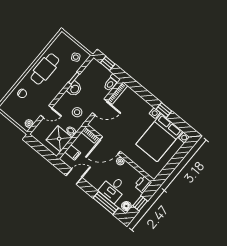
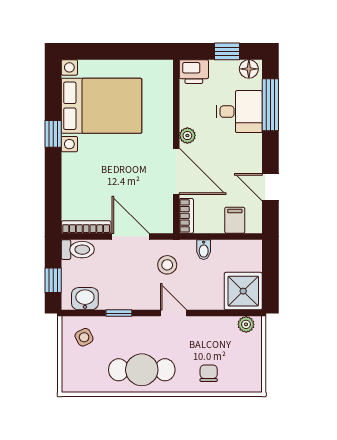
washbasin: (74, 89) -> (85, 299), moved
door: (46, 112) -> (173, 313), moved
shower: (59, 139) -> (243, 291), moved

